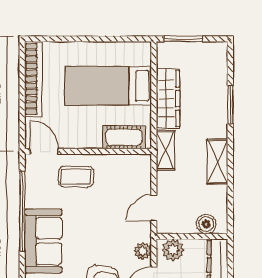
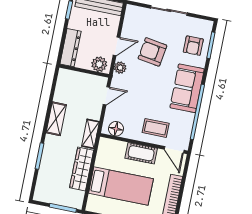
cot: (124, 137) -> (141, 153), moved
floor lamp: (131, 164) -> (116, 129), added
boiler: (206, 224) -> (73, 77), removed

